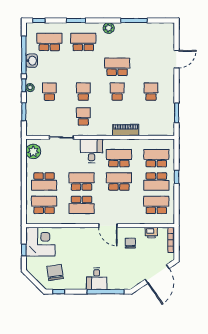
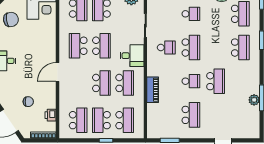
plant: (109, 28) -> (254, 100), moved
school desk: (83, 92) -> (191, 48), width x1.85
school desk: (151, 92) -> (191, 115), width x1.85
chair: (130, 243) -> (28, 102), moved

